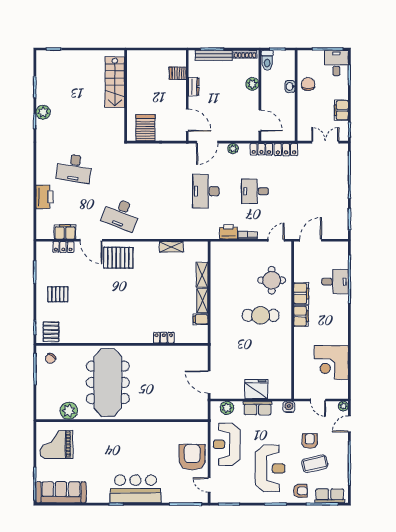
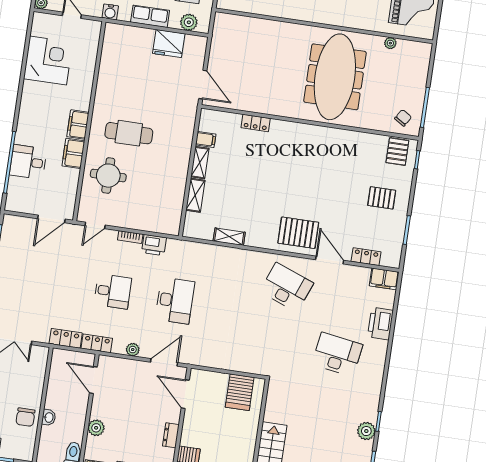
filing cabinet: (65, 232) -> (384, 279), moved
door: (209, 382) -> (203, 85), moved
fridge: (256, 389) -> (169, 44), moved
plant: (69, 411) -> (390, 43), width x0.53, depth x0.53

